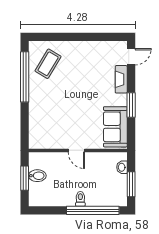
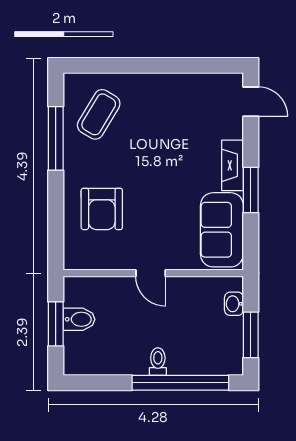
door: (131, 57) -> (251, 102), hinge flipped
window: (25, 77) -> (56, 138), width x0.68
fireplace: (121, 79) -> (233, 165), moved
armchair: (50, 115) -> (102, 209), added

